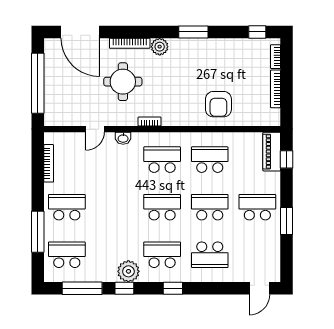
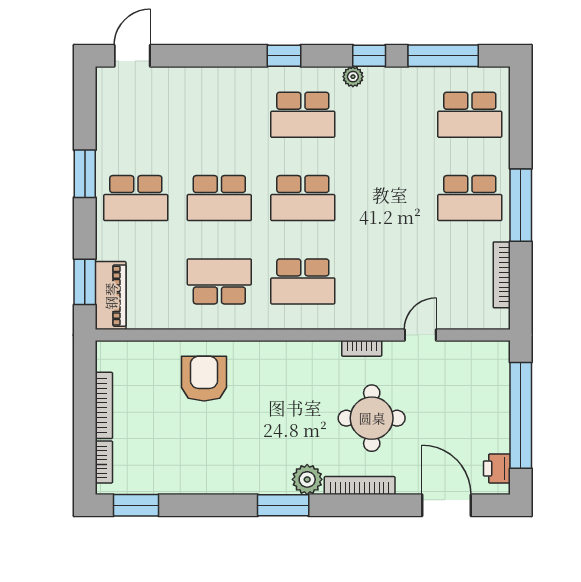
door: (80, 32) -> (446, 505), width x0.73
window: (193, 32) -> (283, 505), moved
window: (257, 32) -> (136, 505), width x1.50
printer: (51, 53) -> (497, 468), added
bookcase: (150, 121) -> (362, 348), moved
washbasin: (123, 138) -> (371, 319), removed
window: (286, 159) -> (85, 282), width x1.50
school desk: (210, 160) -> (219, 281), turned 180
window: (38, 232) -> (521, 205), moved
school desk: (210, 255) -> (219, 115), removed
plant: (128, 271) -> (353, 77), width x0.53, depth x0.53

